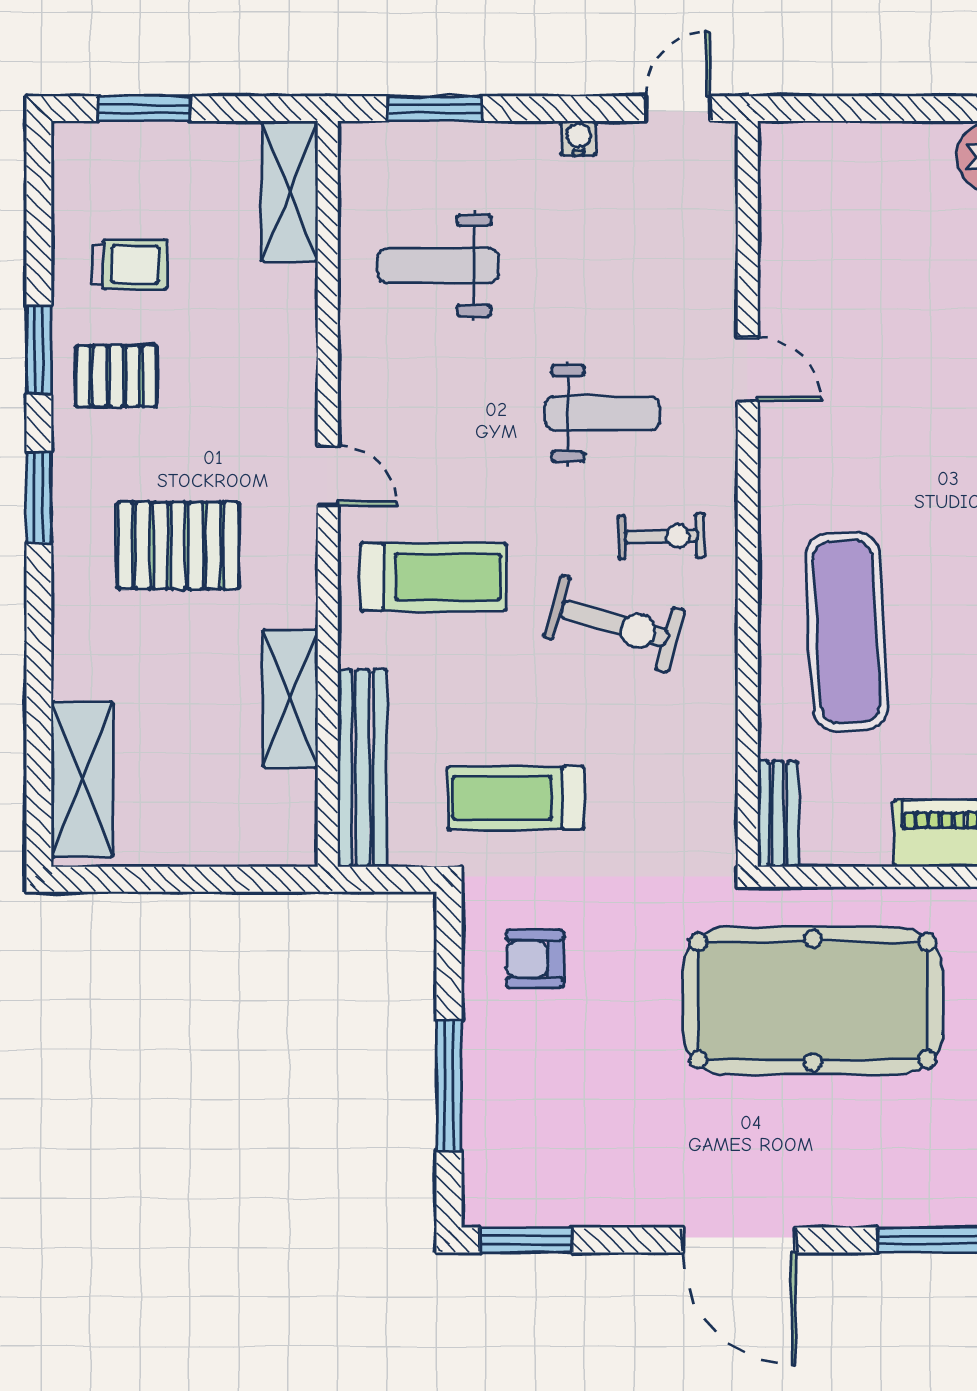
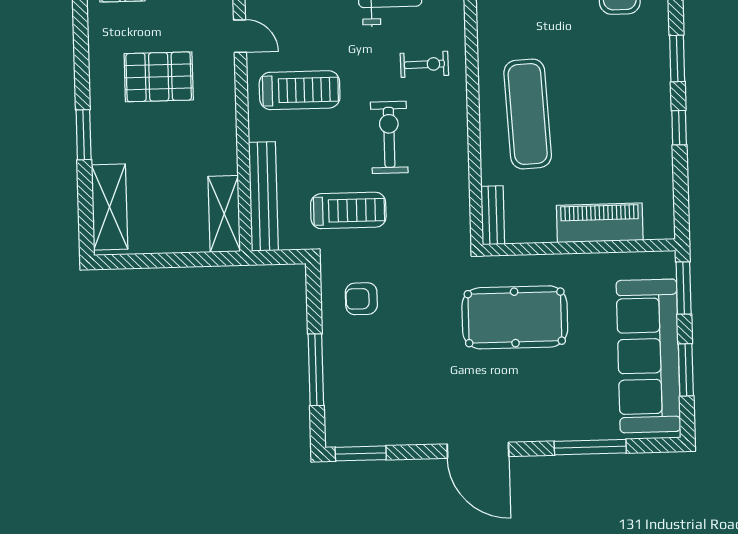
window: (39, 497) -> (84, 135), moved
exercise bike: (614, 624) -> (389, 137), moved, turned -106
shelving: (290, 699) -> (224, 214), moved
treadmill: (516, 798) -> (348, 210), turned 180
pool table: (813, 1001) -> (515, 317), width x0.73, depth x0.76

